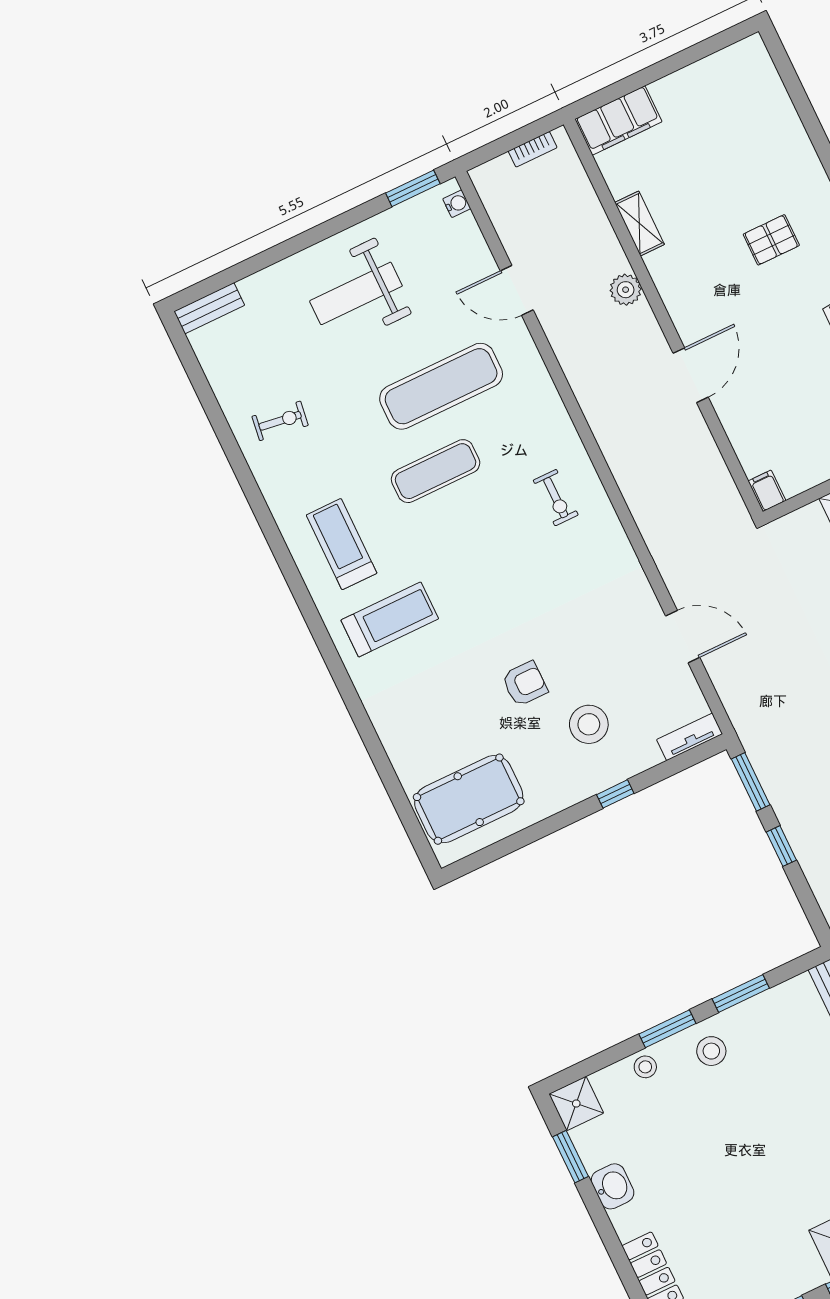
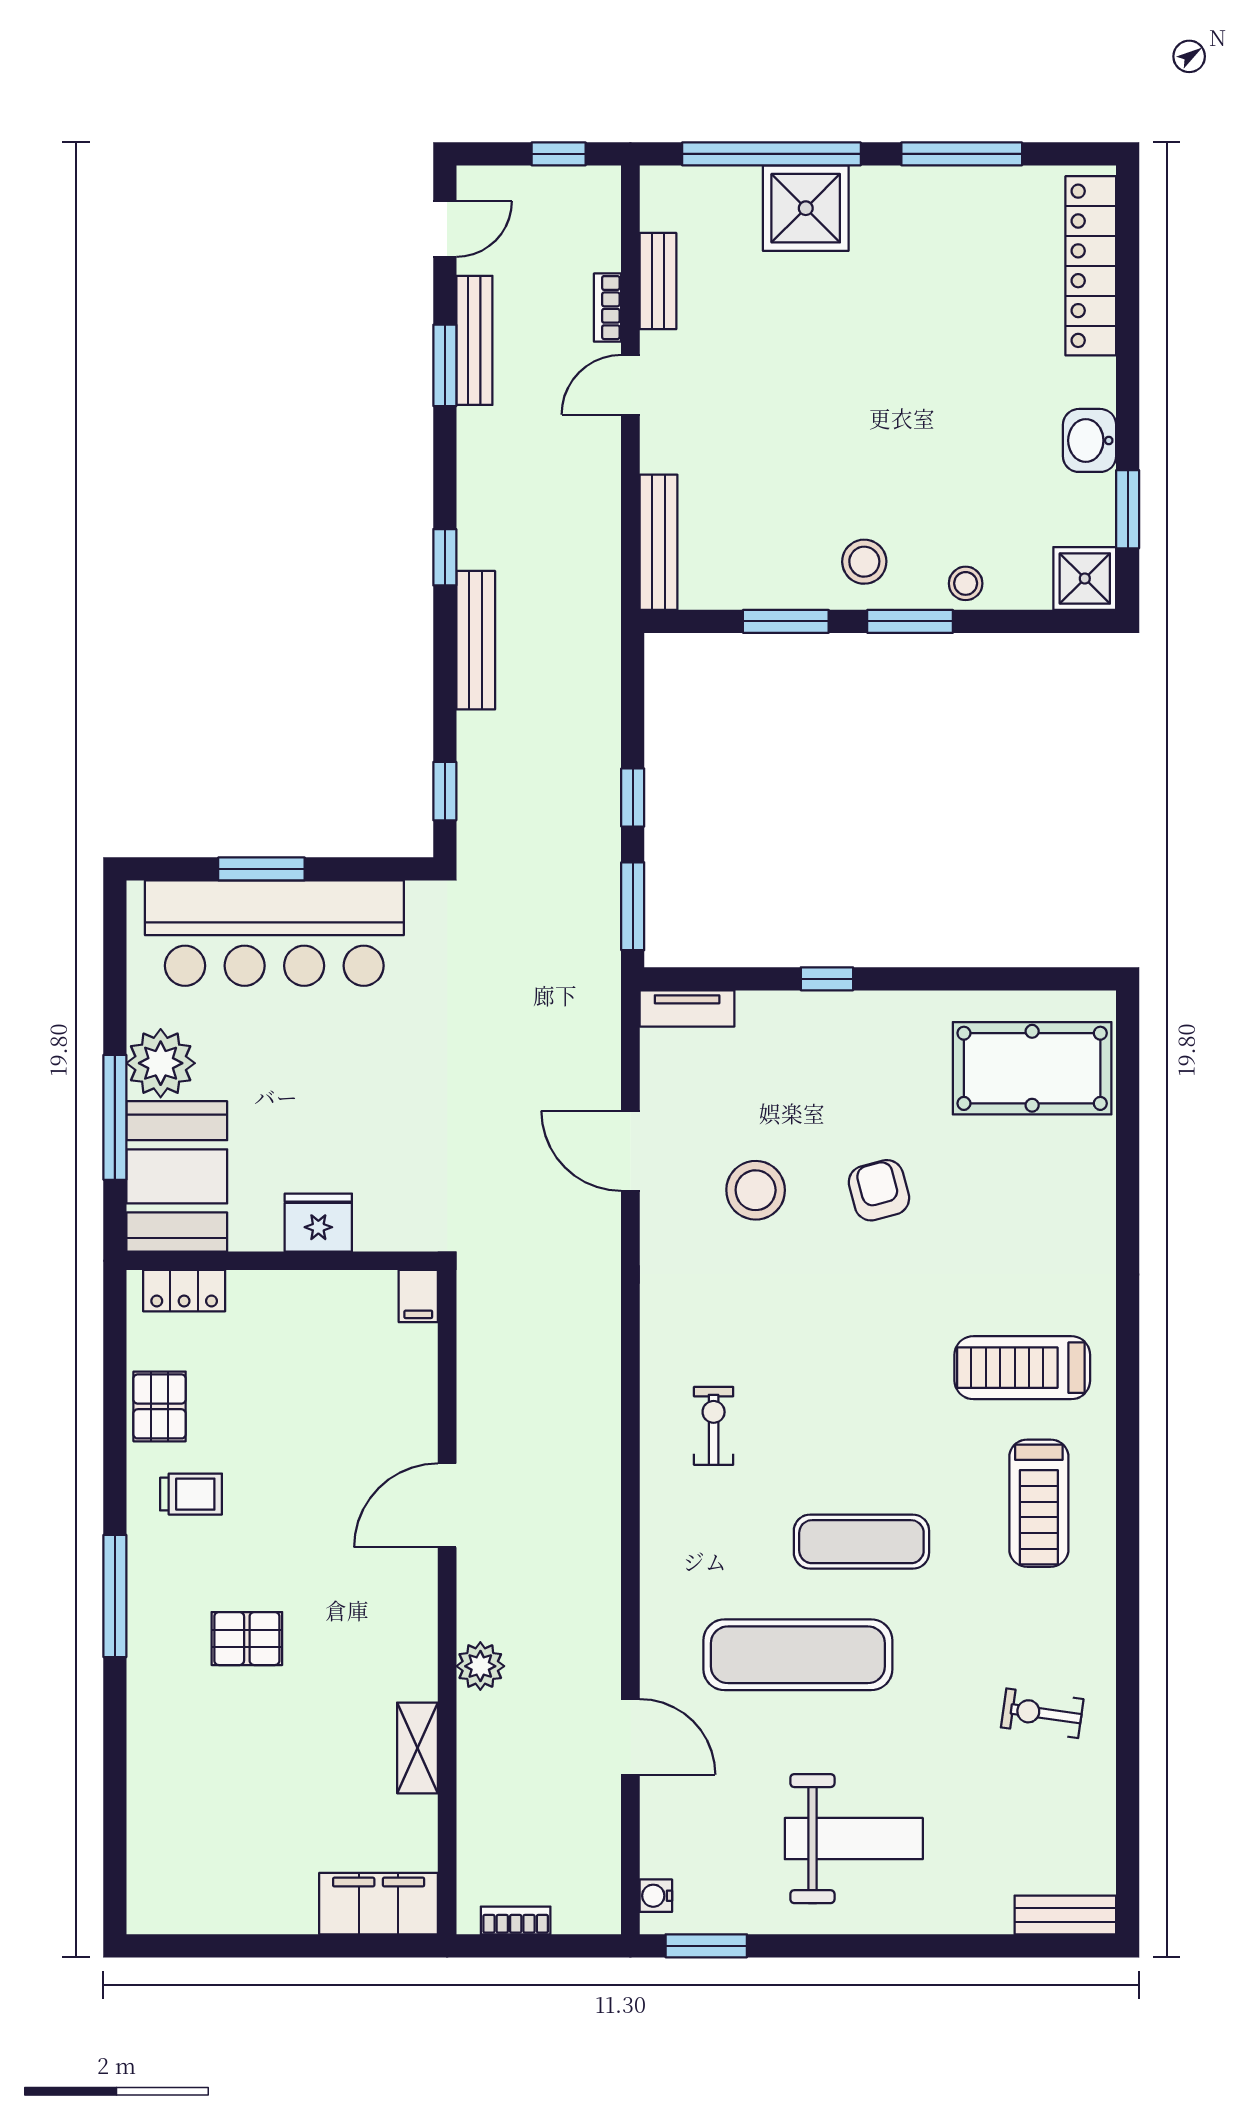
armchair: (525, 684) -> (879, 1190), turned 75
stool: (589, 724) -> (756, 1190), moved

